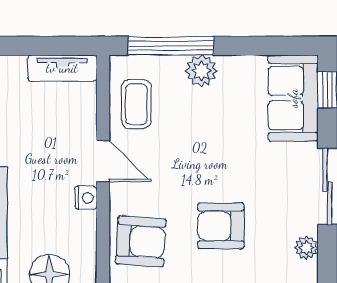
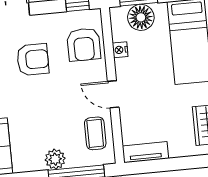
nightstand: (86, 198) -> (120, 50), moved
armchair: (141, 241) -> (84, 45), turned -94

